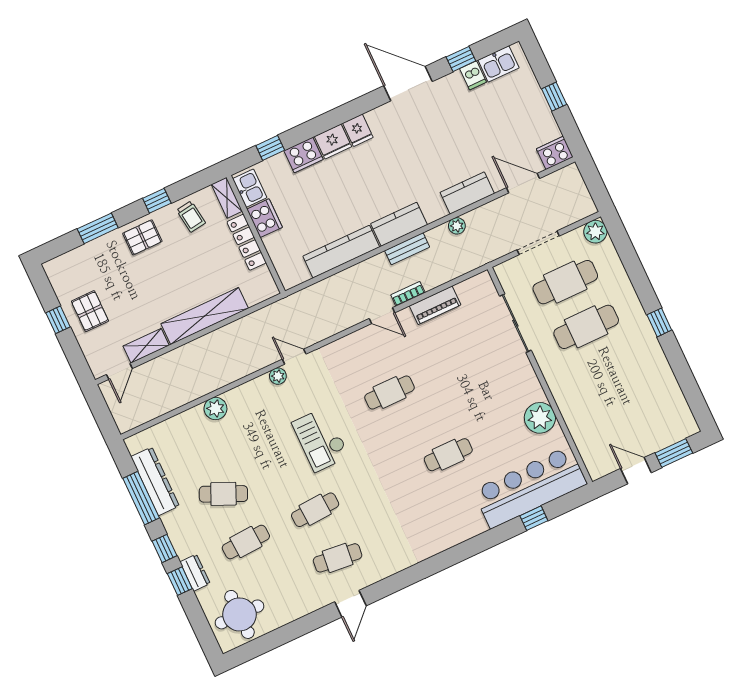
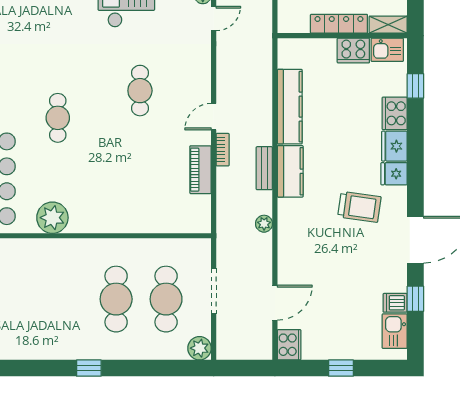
trolley: (402, 147) -> (359, 207), added
kitchen counter: (467, 193) -> (290, 247), removed
sliding door: (515, 323) -> (150, 236), removed

